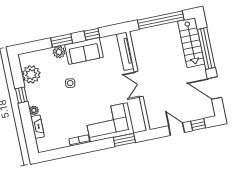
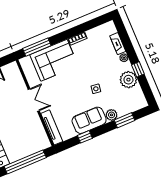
window: (62, 41) -> (125, 120), moved
plant: (31, 74) -> (128, 80), moved
window: (124, 140) -> (37, 47), width x1.44

